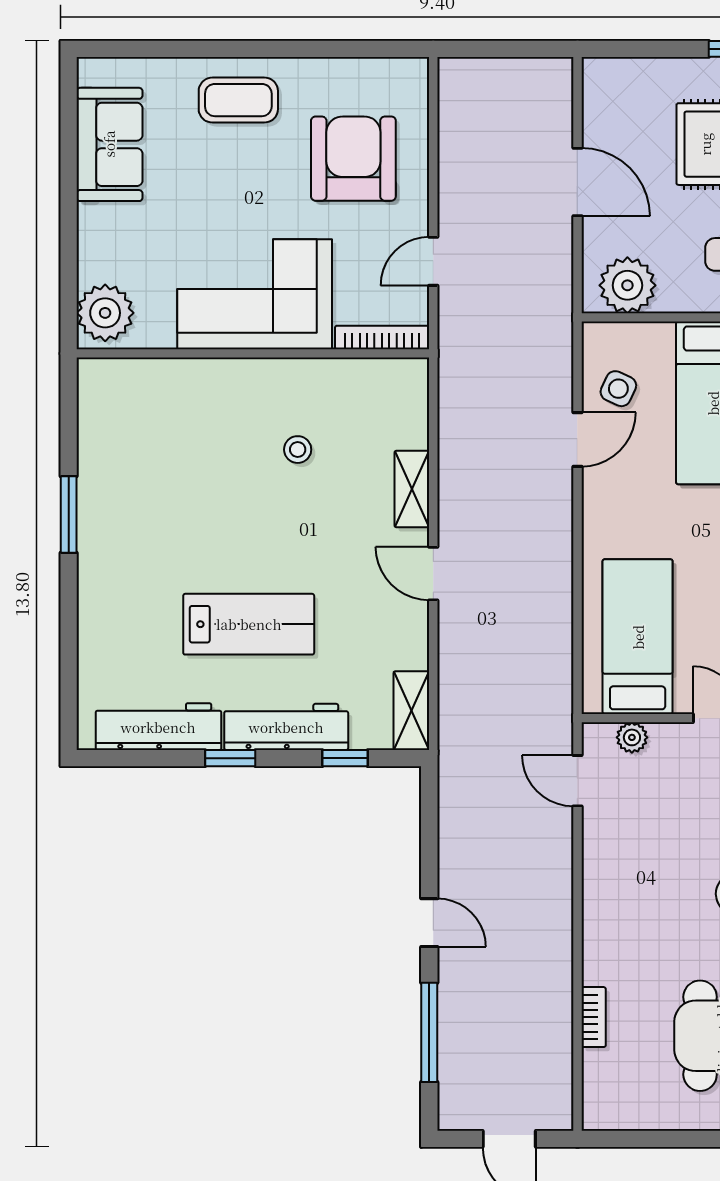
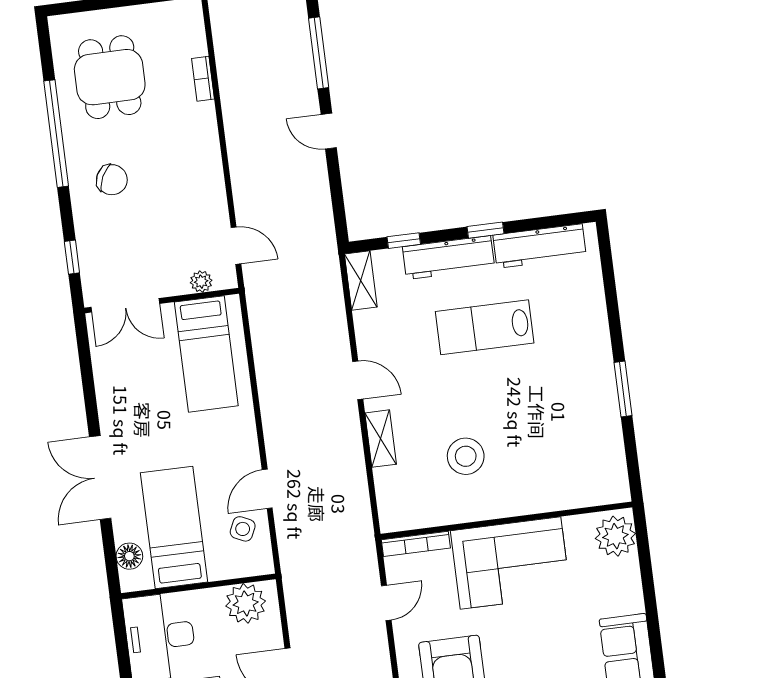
stool: (298, 450) -> (466, 456), width x1.89, depth x1.89

